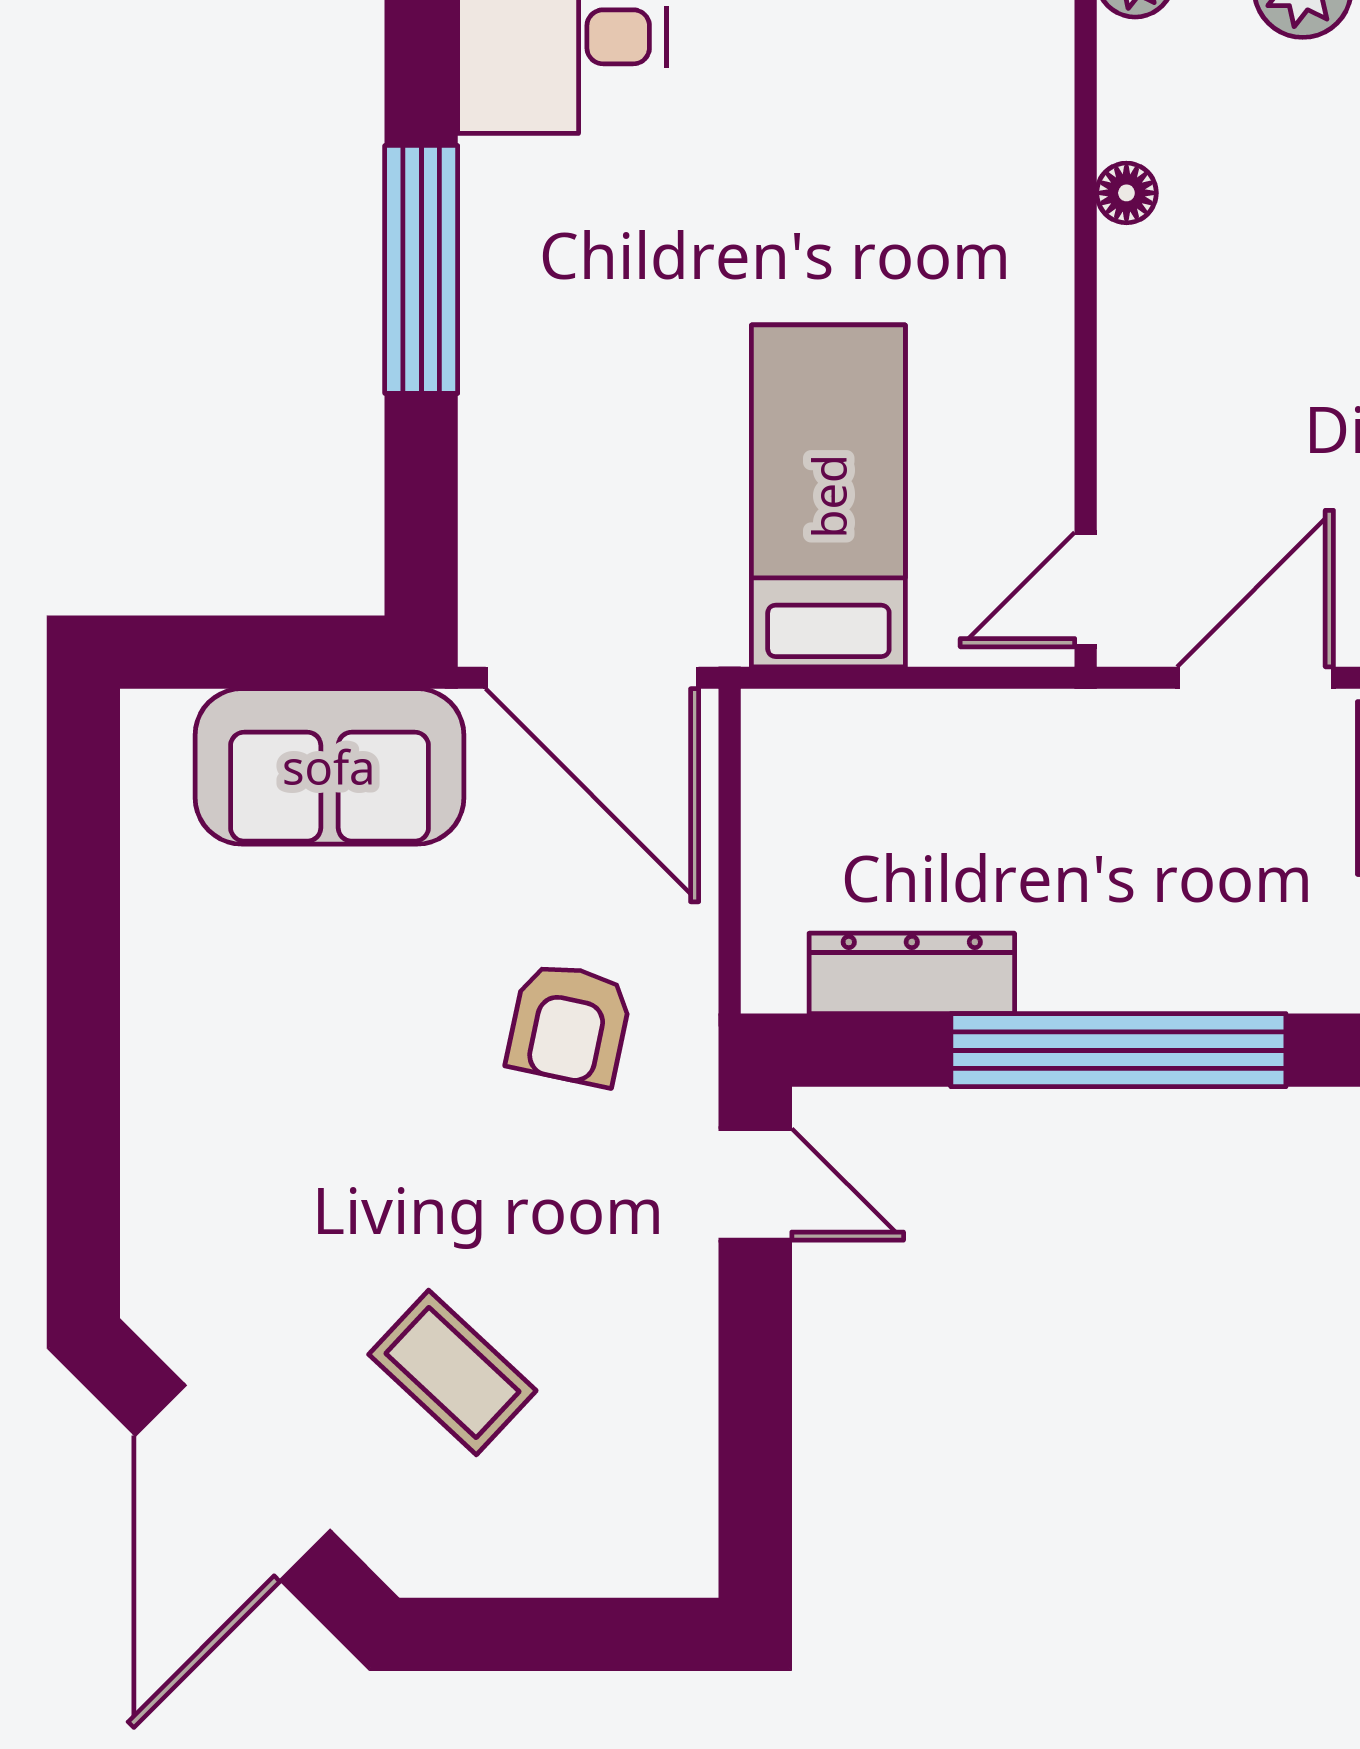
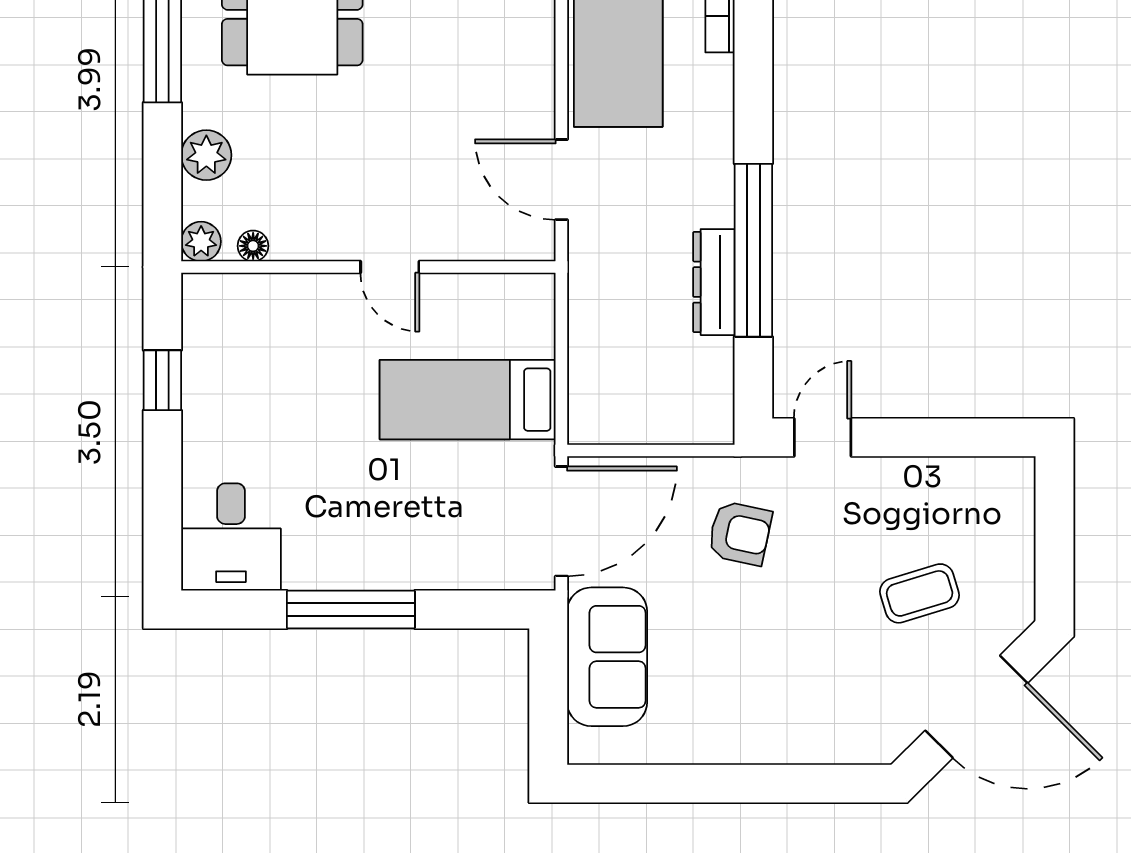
floor lamp: (1126, 193) -> (253, 246), moved
door: (1086, 590) -> (390, 267), moved
dresser: (912, 973) -> (714, 282), moved
coffee table: (452, 1372) -> (920, 593), turned 30

